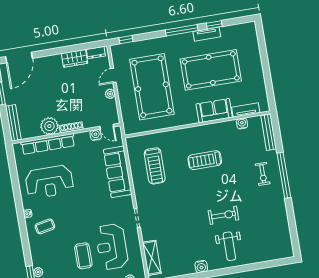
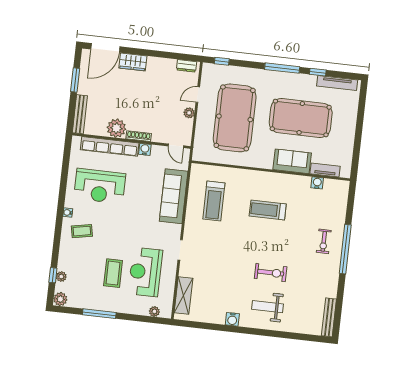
tv unit: (207, 34) -> (337, 83), moved, width x1.41
wardrobe: (75, 58) -> (133, 62), moved
bench: (269, 132) -> (329, 317), moved
water cooler: (96, 135) -> (145, 149), moved
weight bench: (229, 246) -> (268, 307), turned 90

